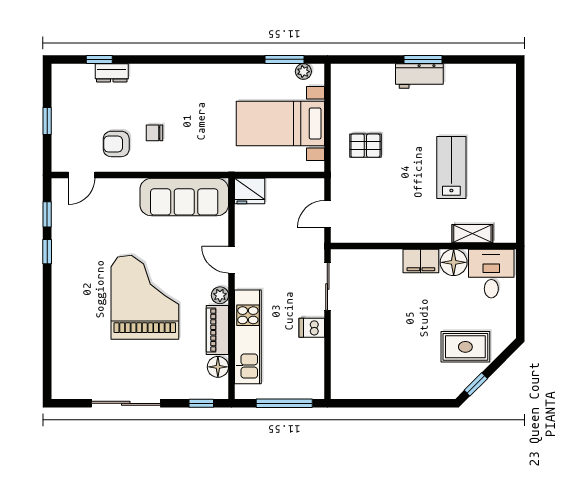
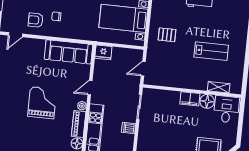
lab bench: (451, 168) -> (211, 51), turned 90
door: (232, 260) -> (90, 88), hinge flipped
grand piano: (145, 297) -> (42, 103), width x0.73, depth x0.68

